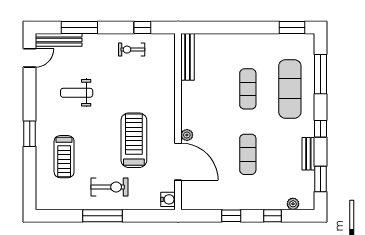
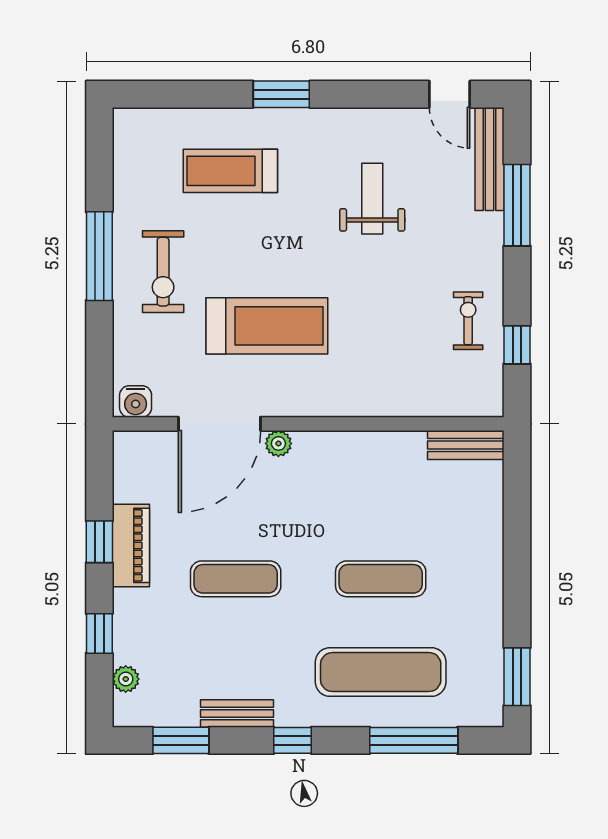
bench: (188, 57) -> (466, 445), width x0.73
piano: (233, 201) -> (131, 545), added

